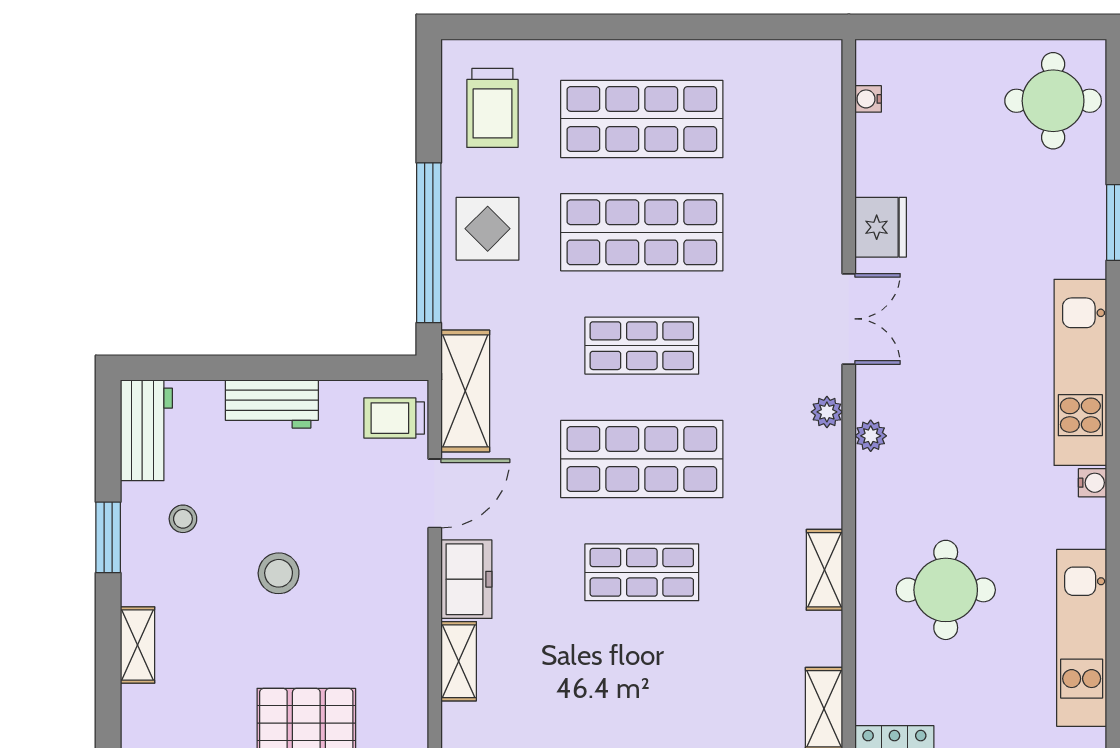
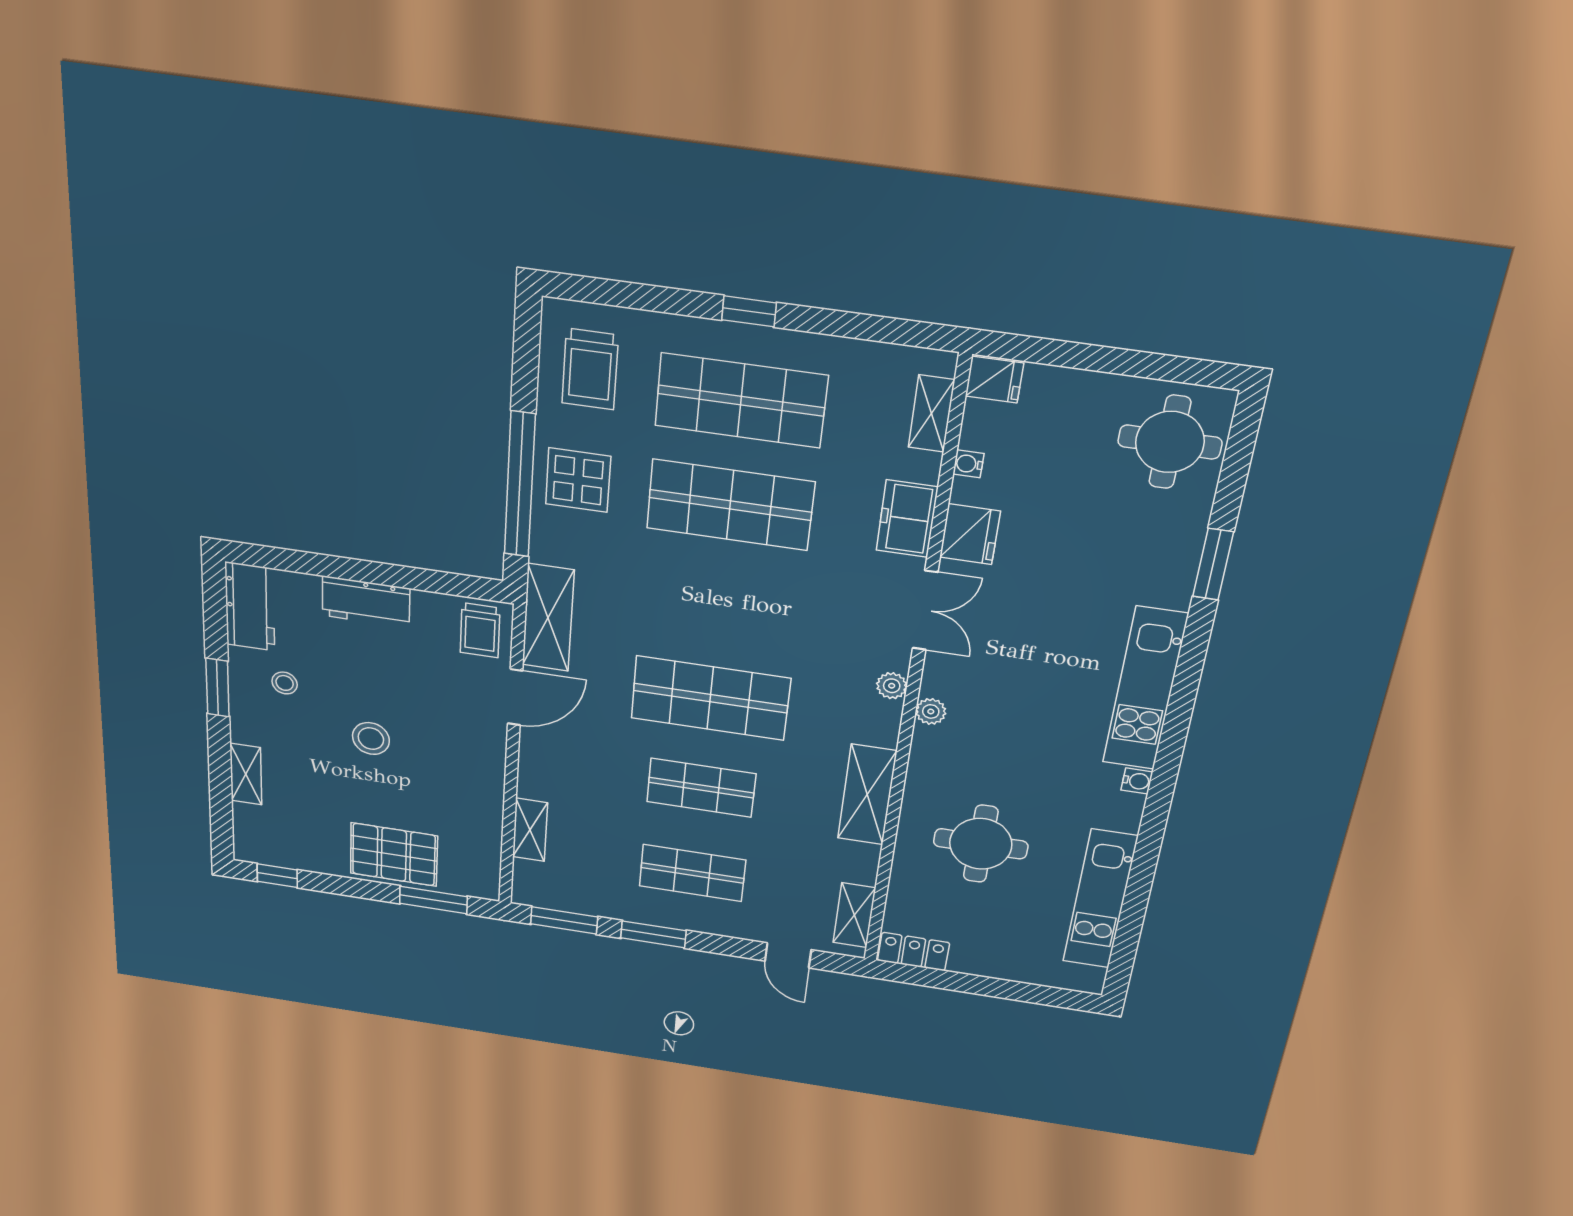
window: (641, 27) -> (749, 311), added
fridge: (880, 62) -> (994, 380), added
water cooler: (868, 99) -> (968, 464), moved
shelving: (826, 105) -> (931, 414), added
shop shelf: (642, 346) -> (692, 873), moved
trolley: (394, 418) -> (480, 630), turned -90
shelving: (825, 570) -> (867, 795), width x1.50, depth x1.33
freezer: (466, 579) -> (907, 519), moved, turned 180

